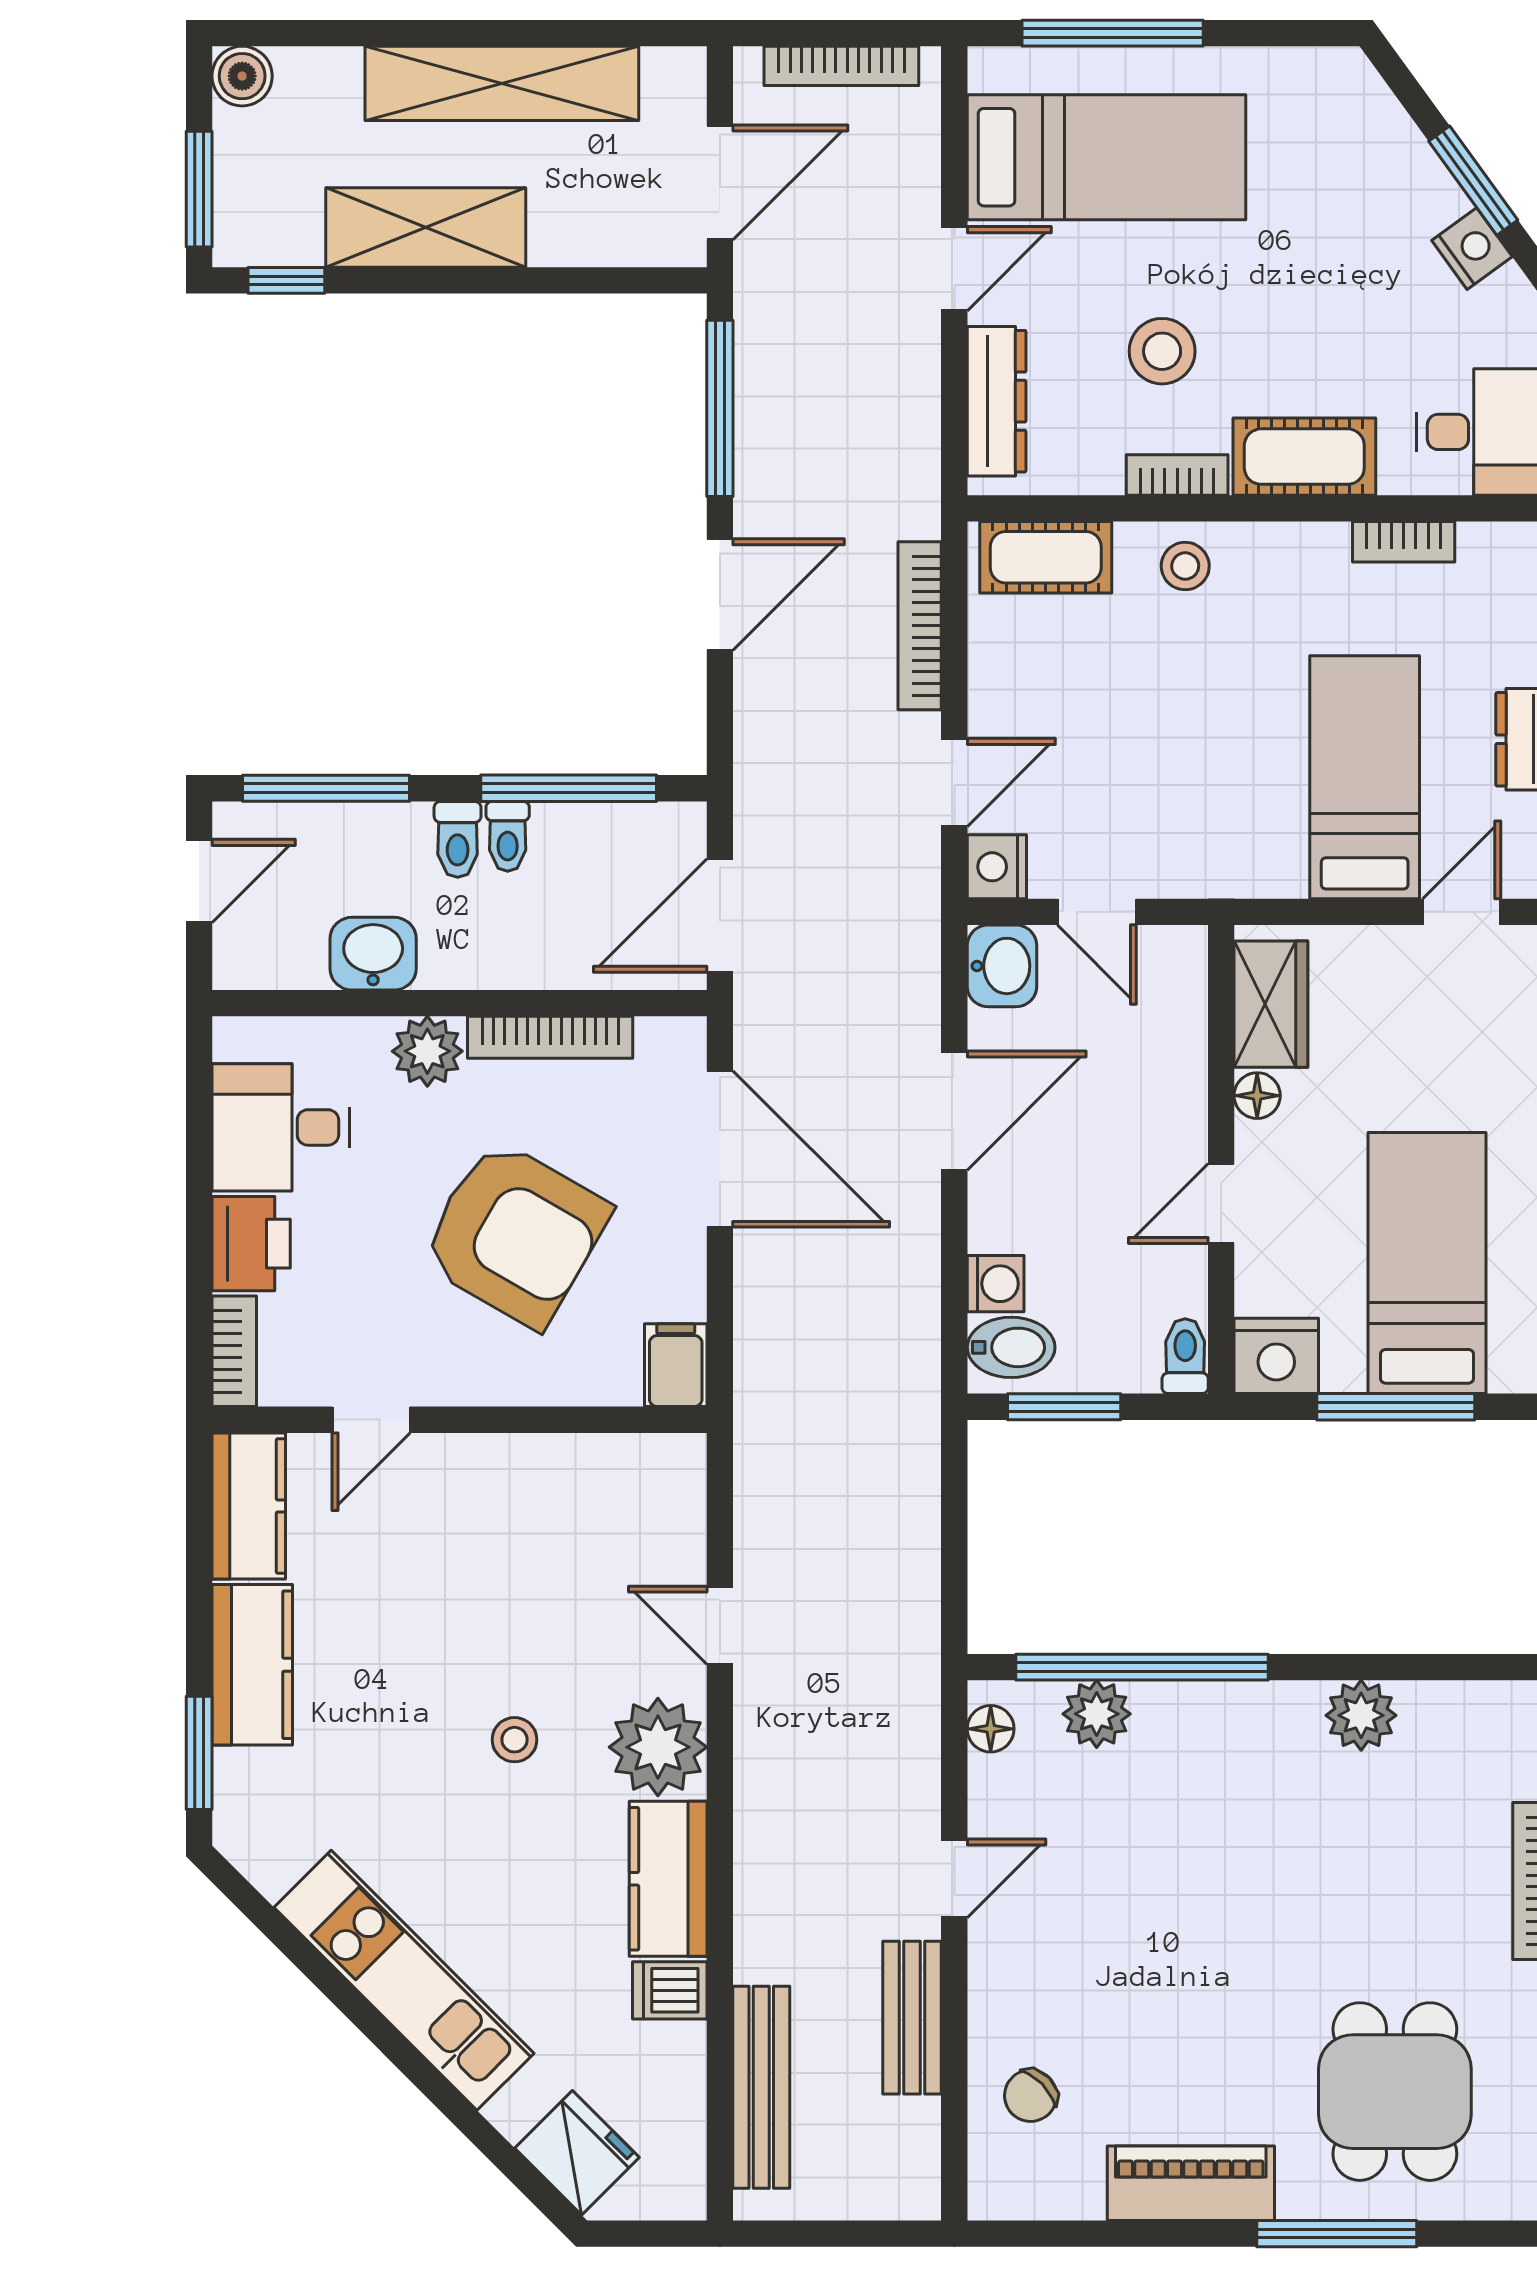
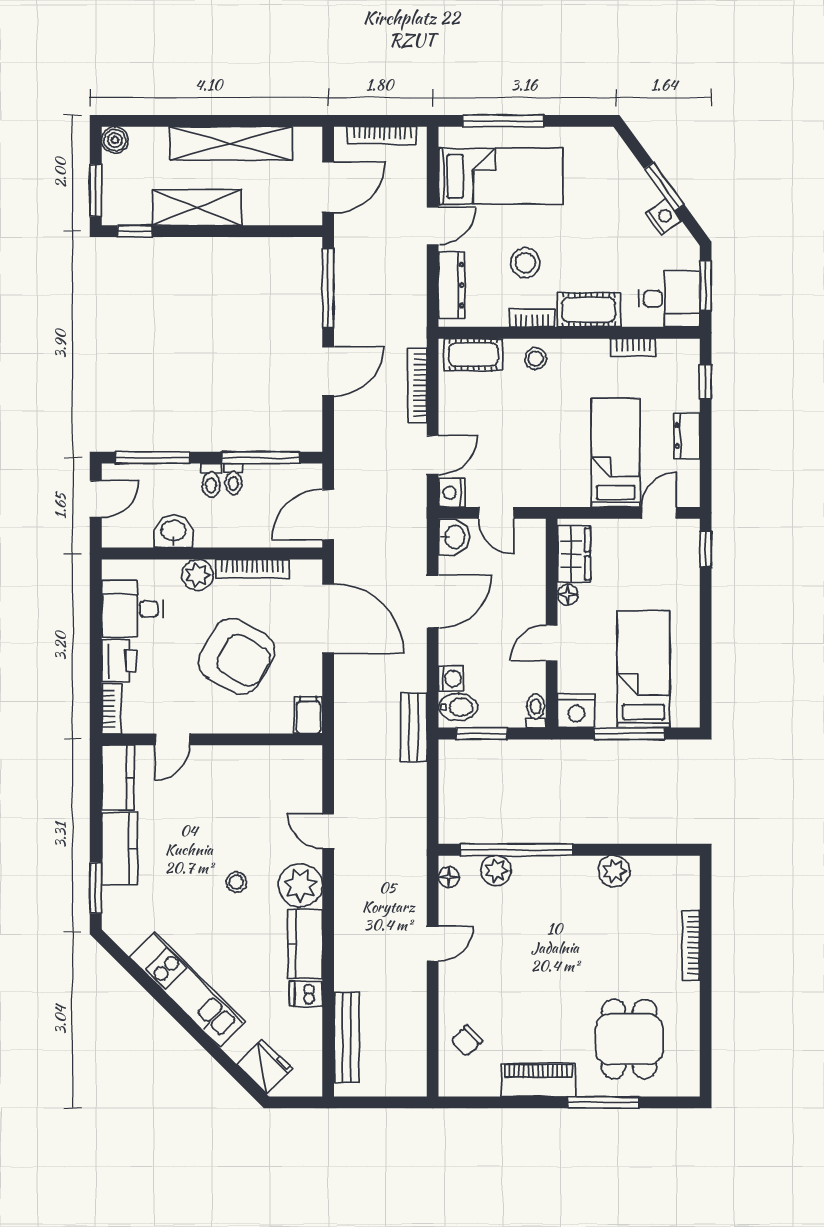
bench: (912, 2018) -> (414, 727), moved

